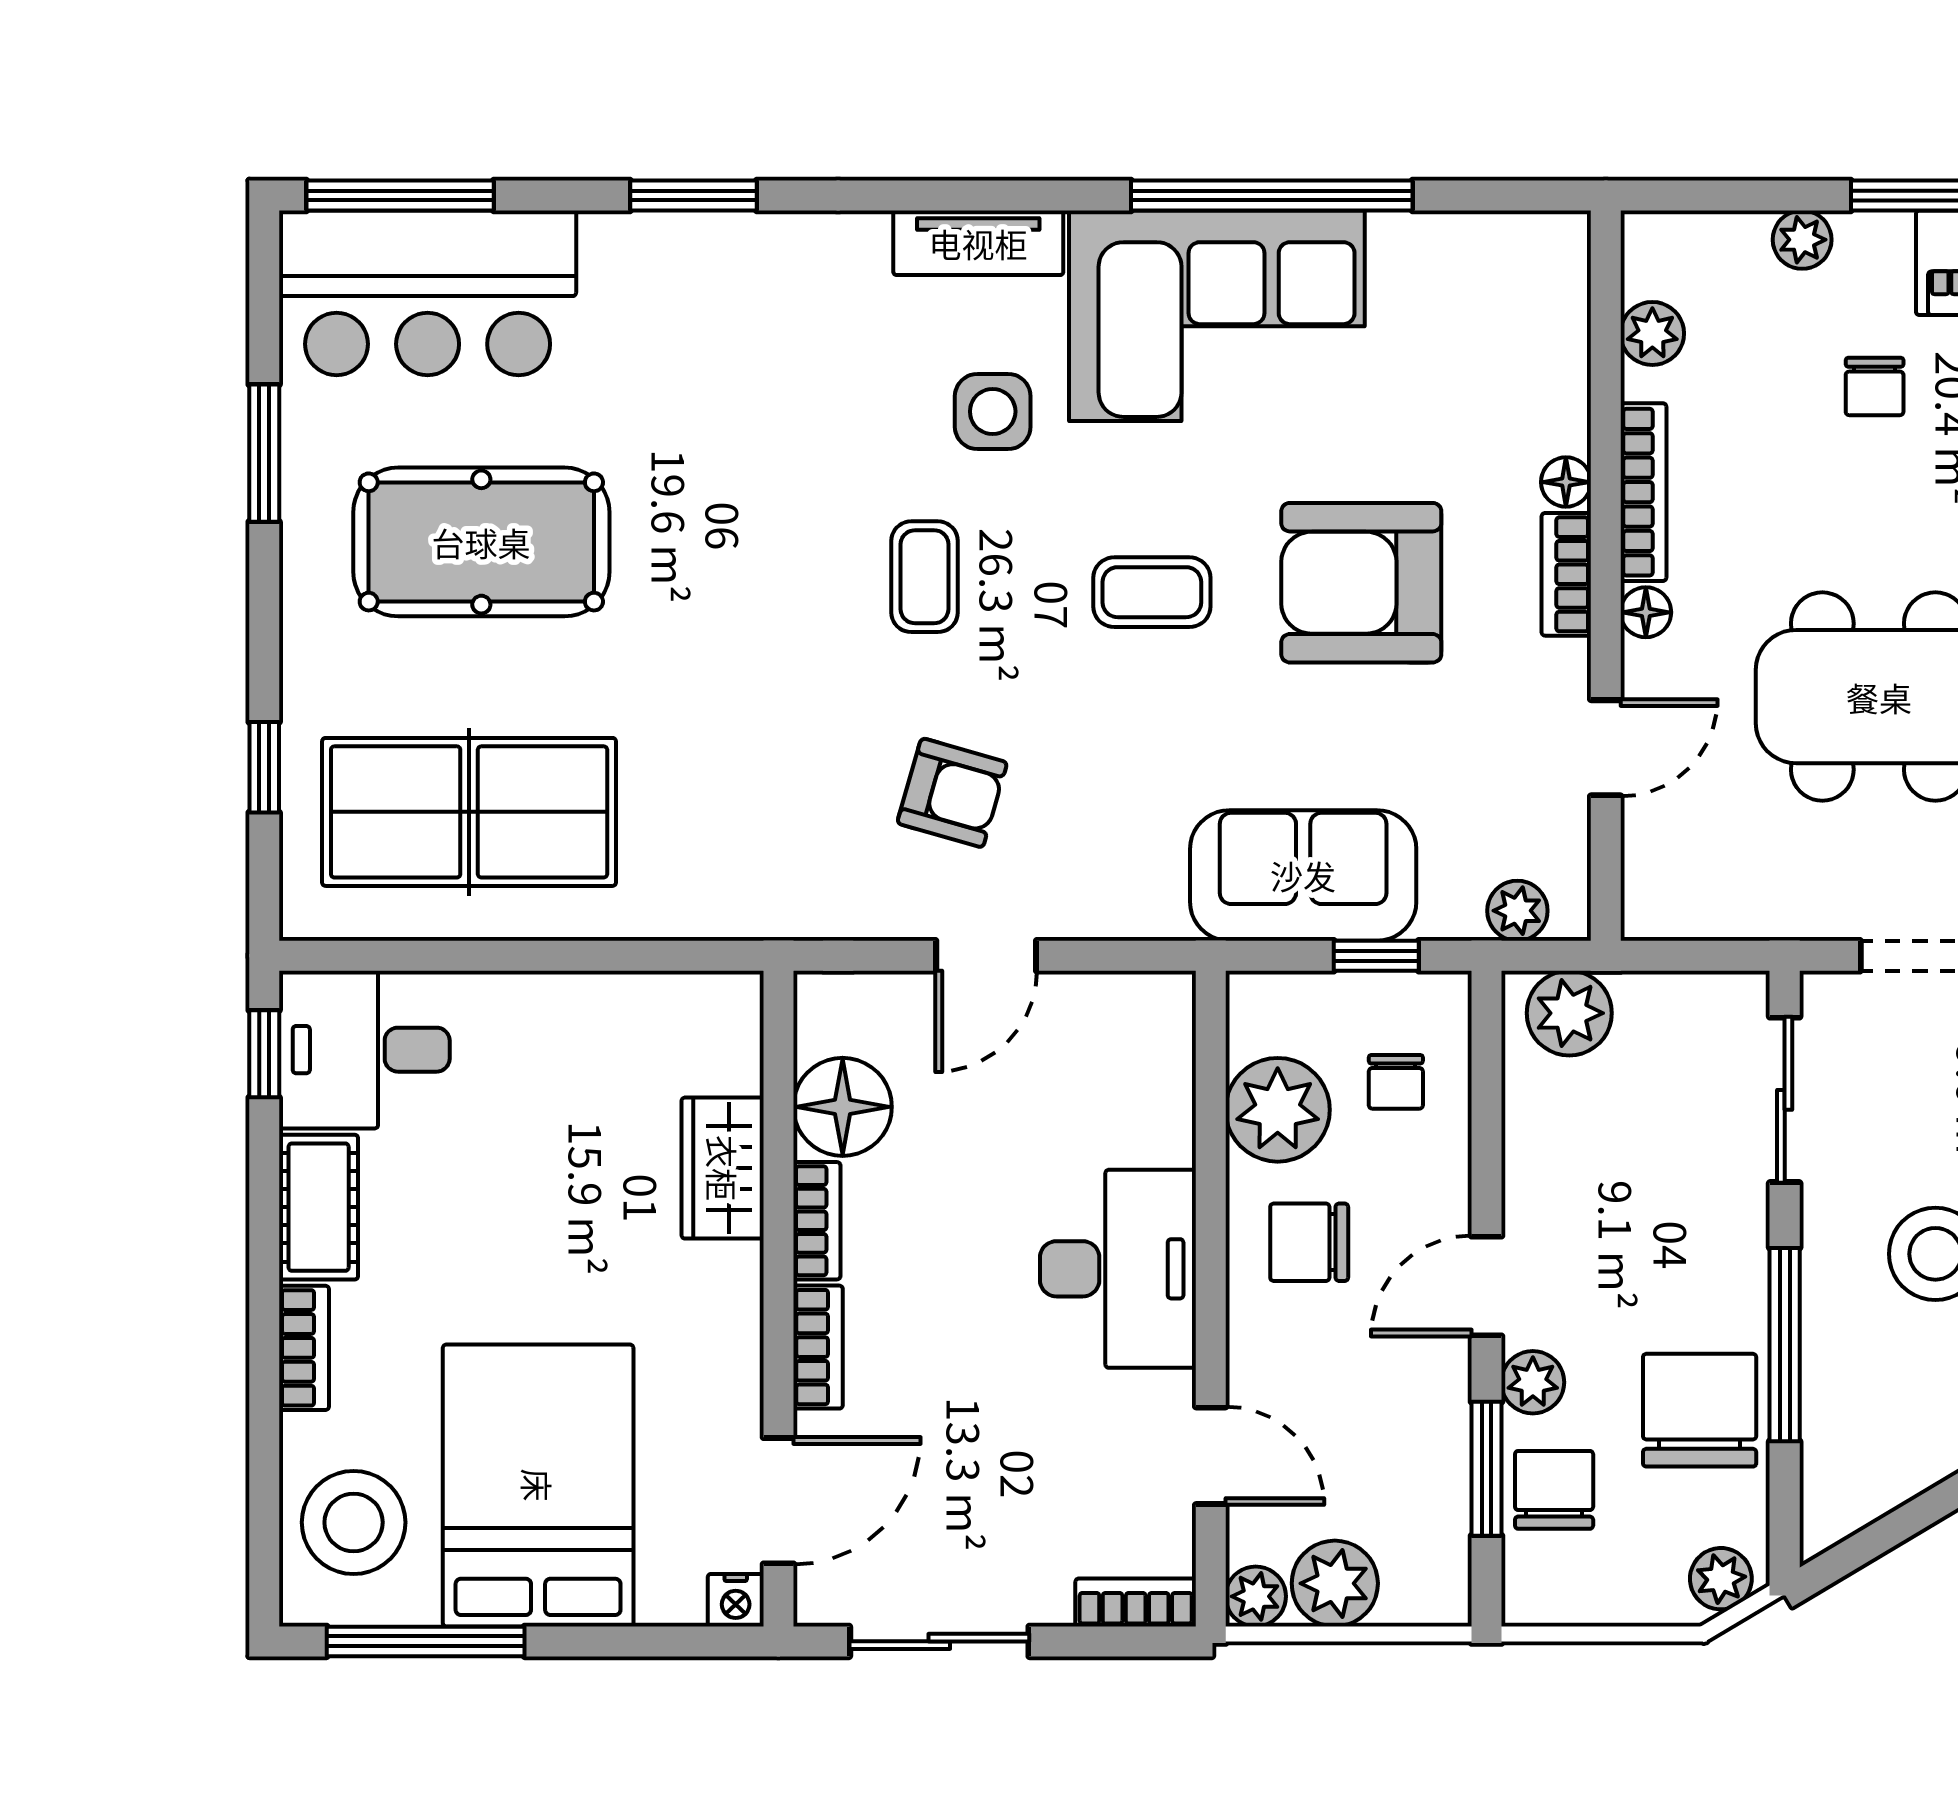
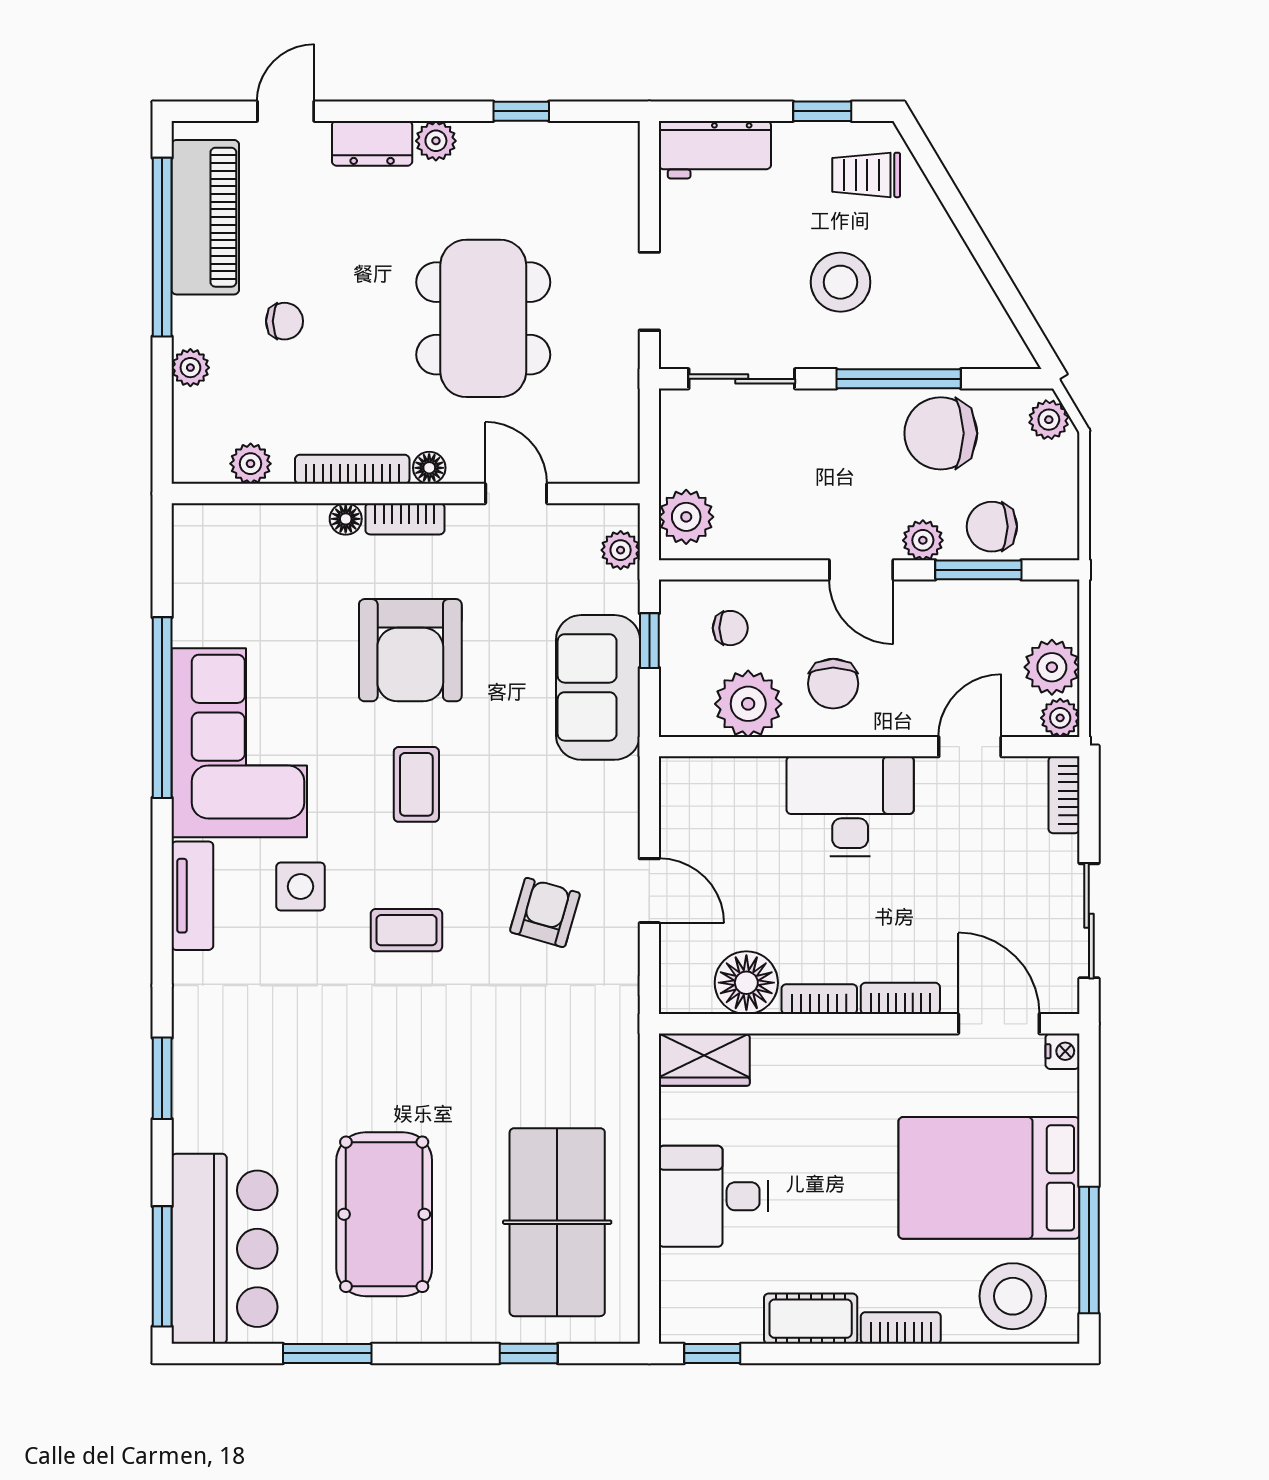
desk: (364, 1050) -> (714, 1196), moved, turned 90
wardrobe: (723, 1168) -> (704, 1060), moved

